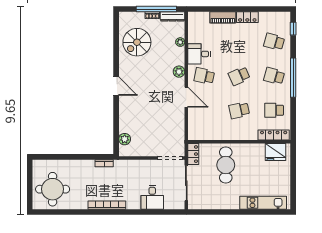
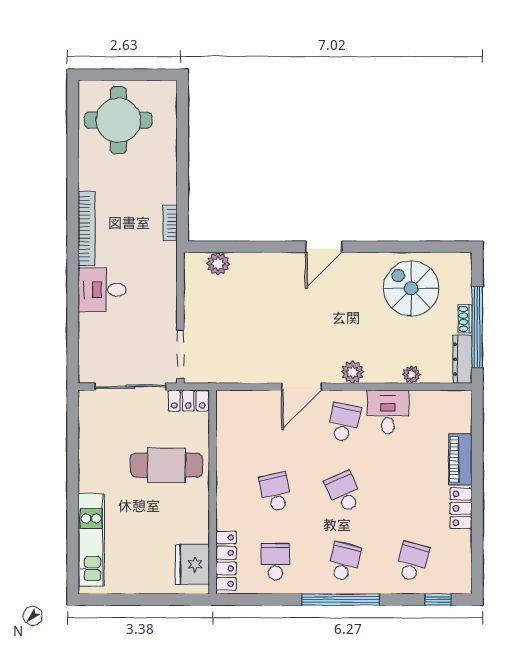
desk: (152, 197) -> (102, 290), moved

